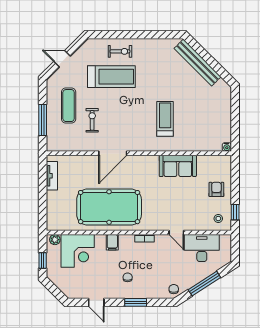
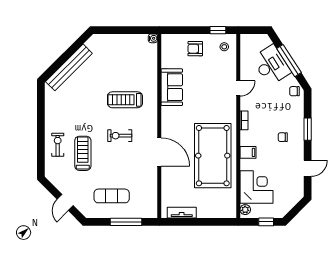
treadmill: (111, 77) -> (83, 153), width x0.73, depth x0.73
exercise bike: (92, 120) -> (120, 136), moved
desk: (202, 248) -> (271, 65), moved, turned 147

